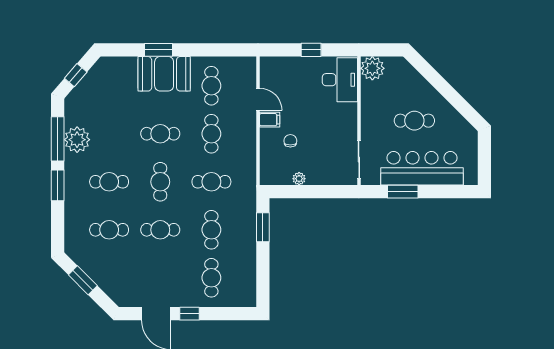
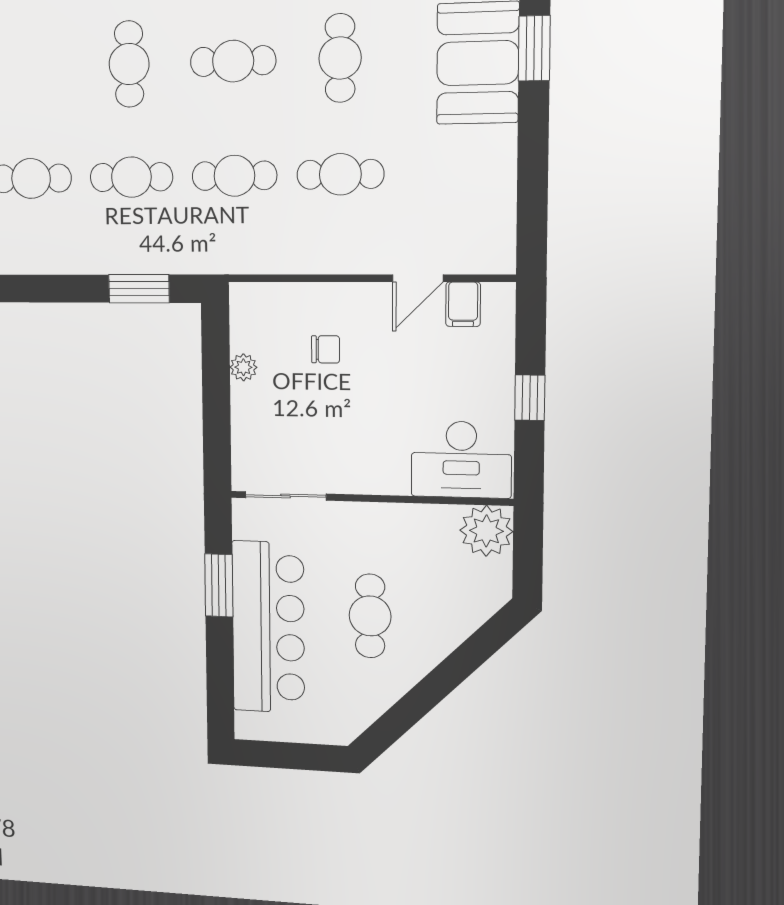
cafe table: (211, 86) -> (449, 173), removed
filing cabinet: (270, 120) -> (463, 304), moved
cafe table: (211, 182) -> (234, 176), turned 90

